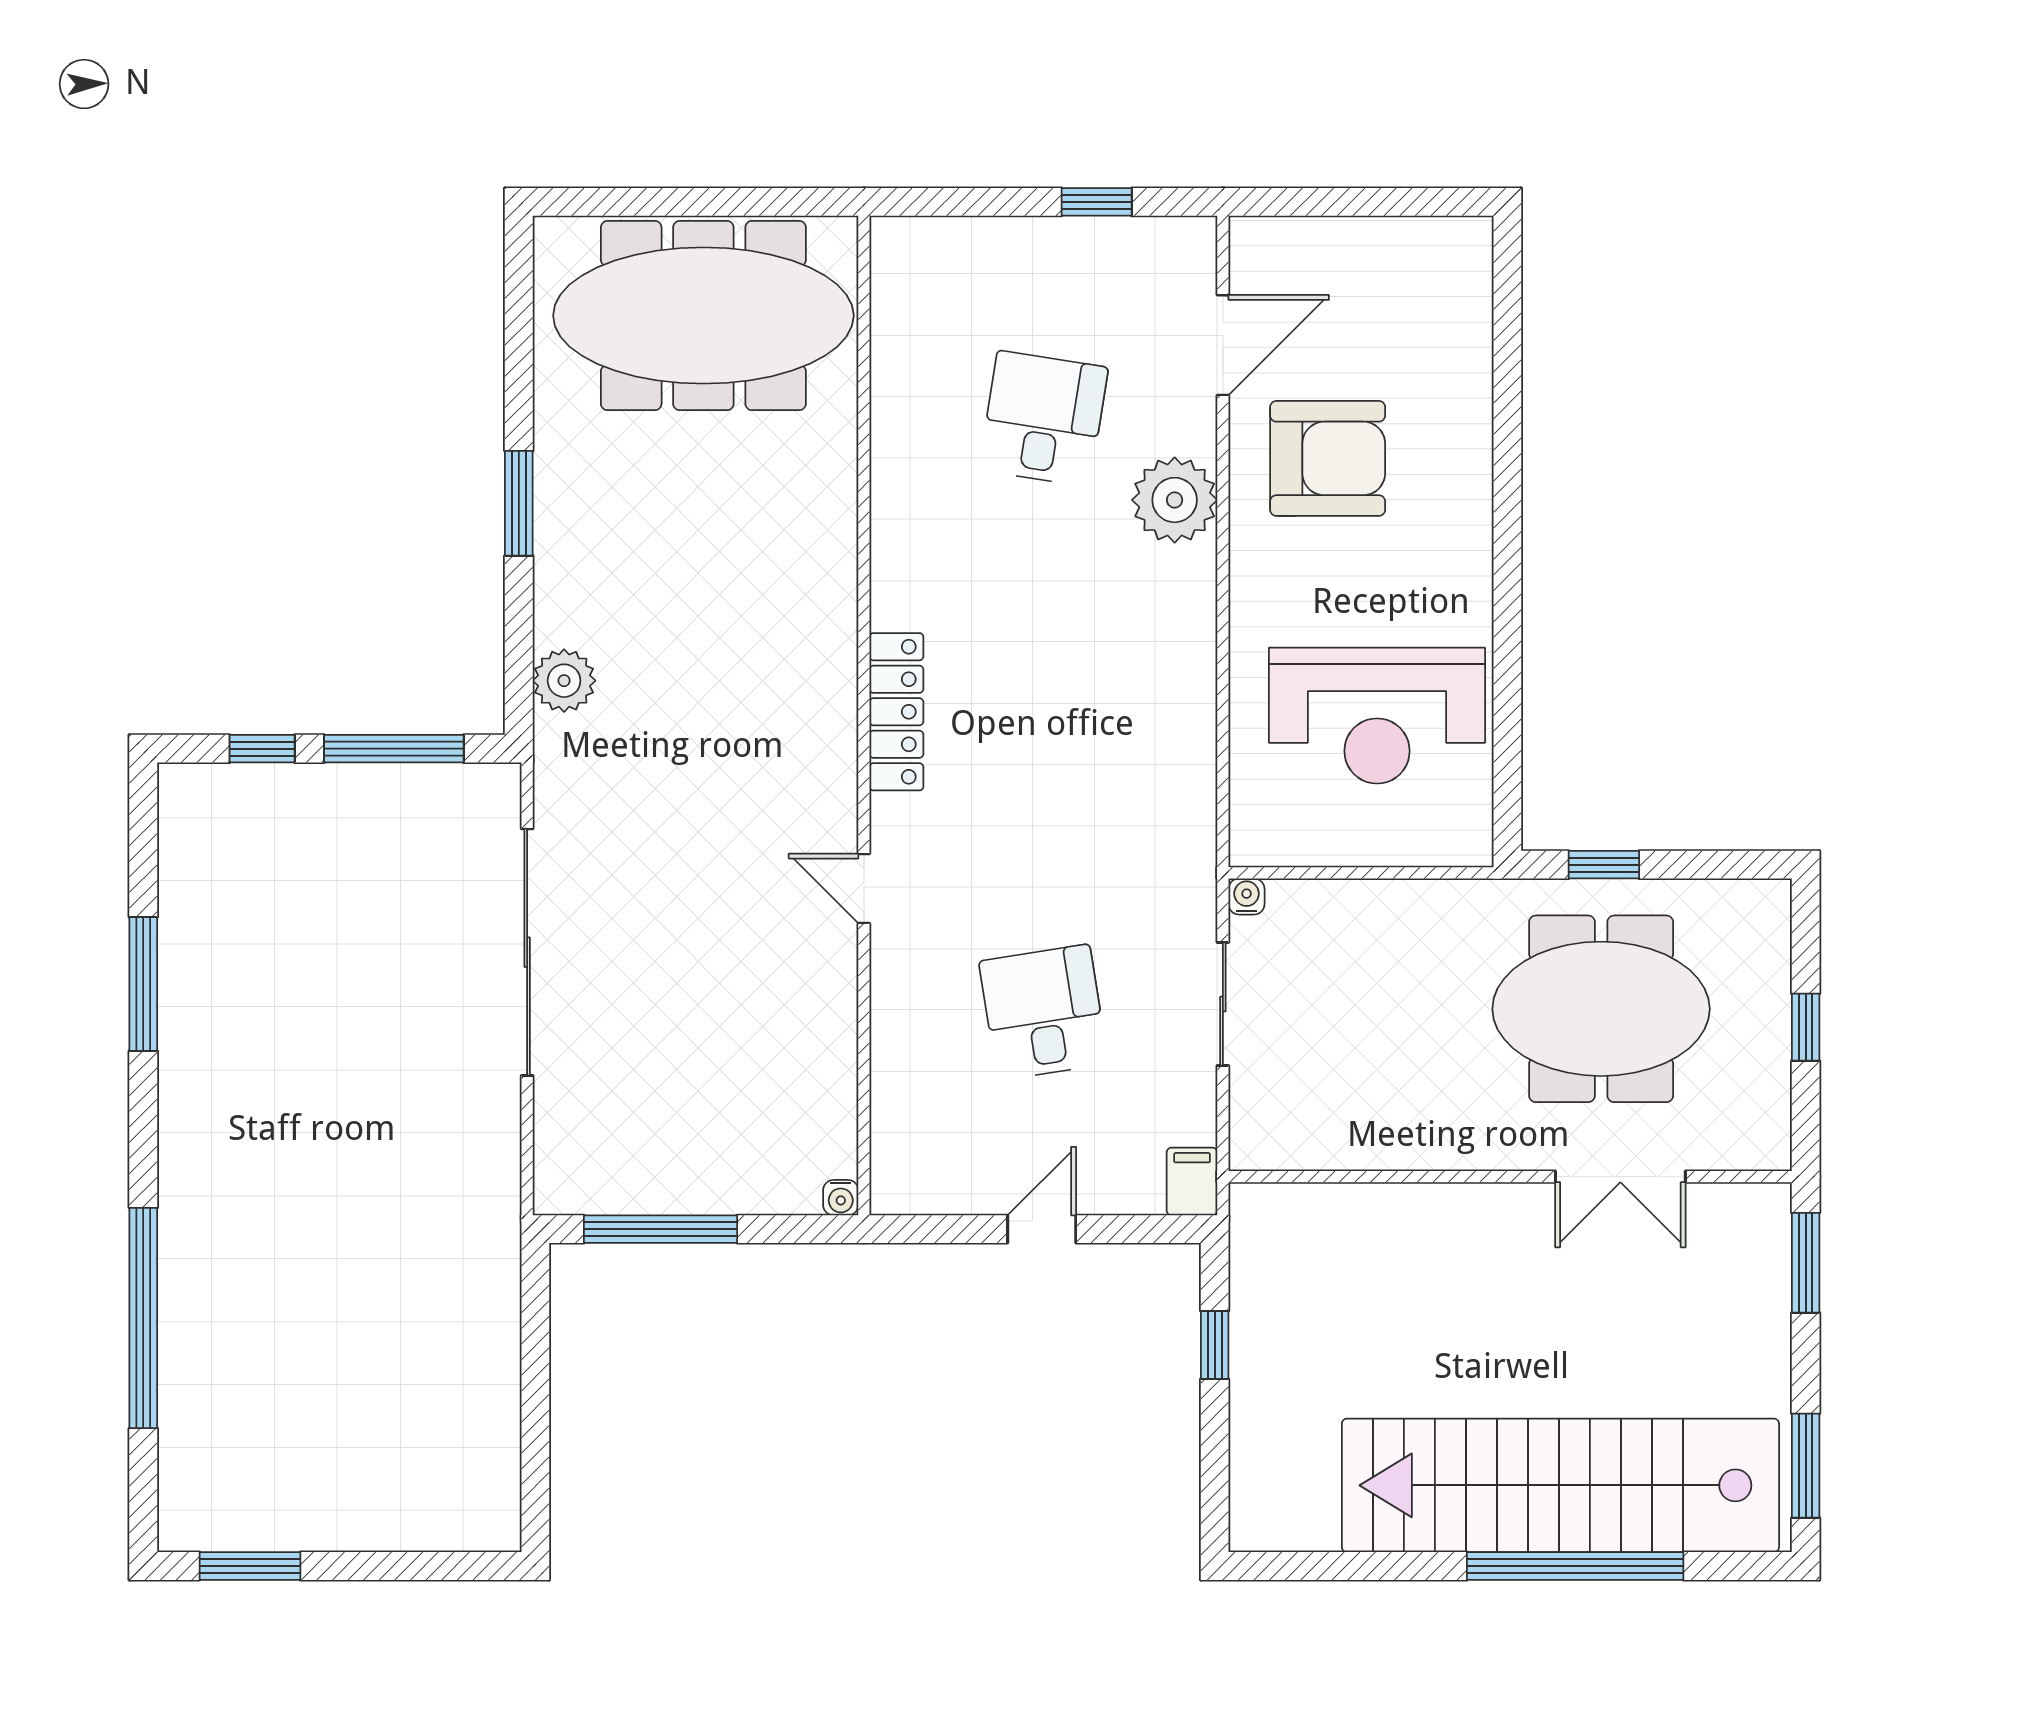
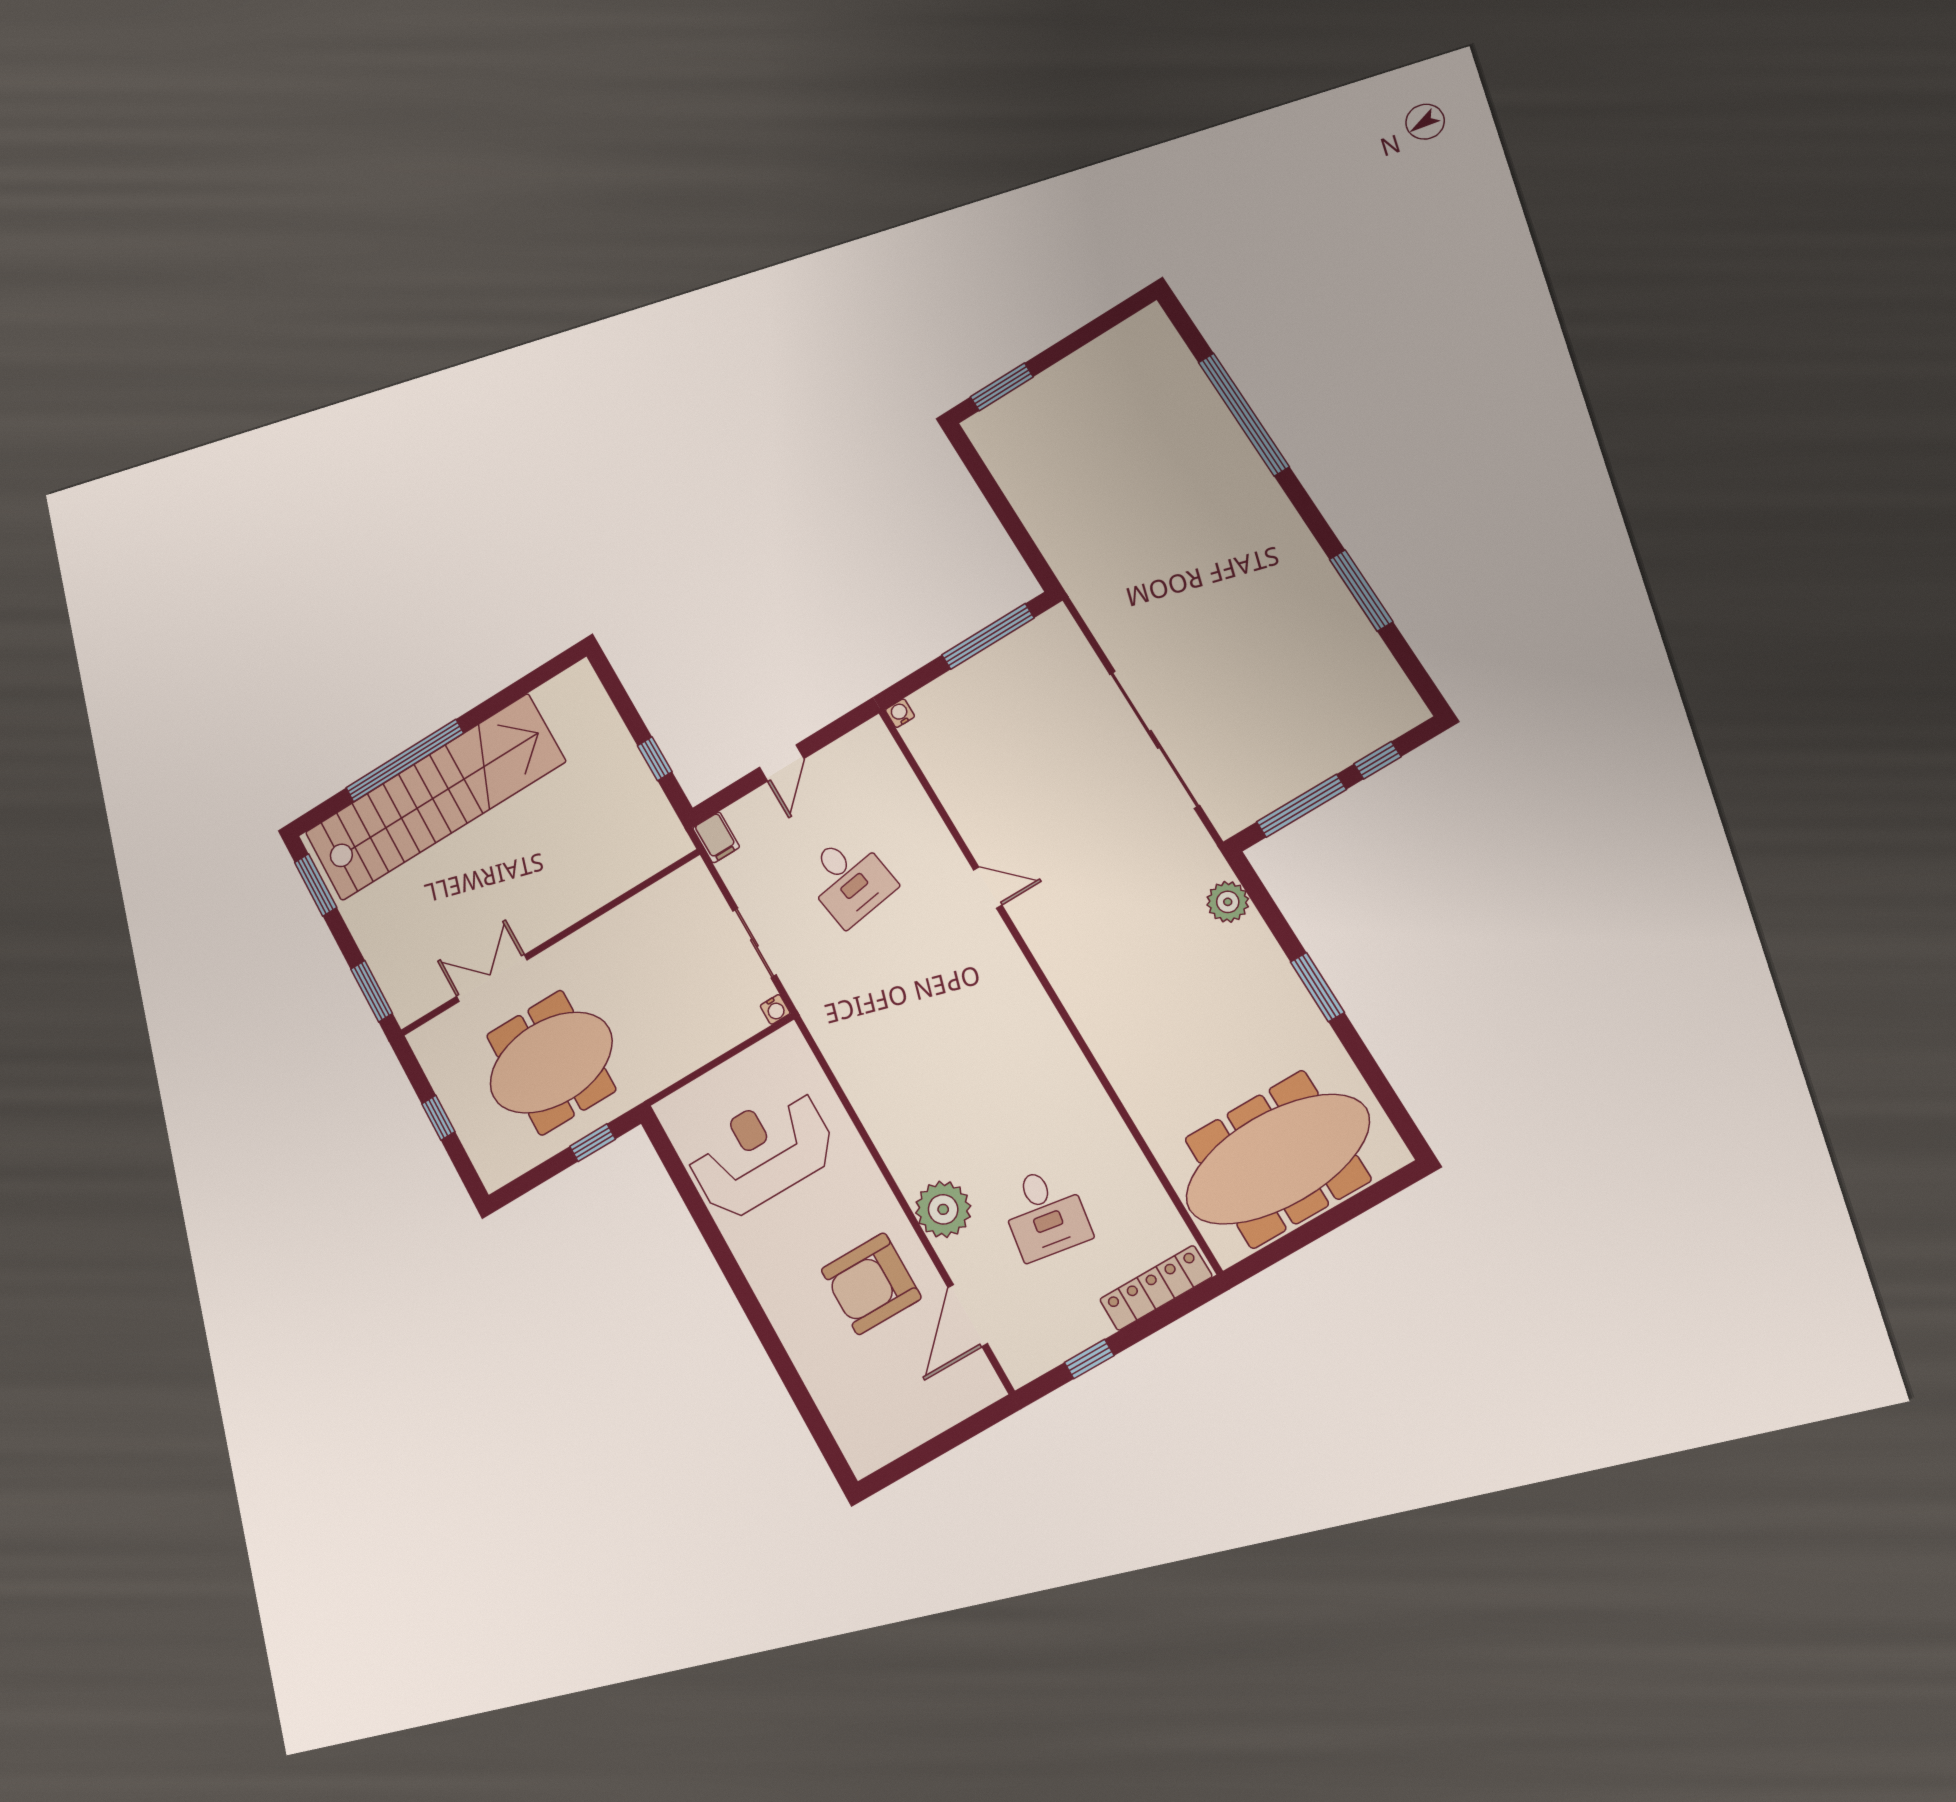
locker: (896, 712) -> (1156, 1288), moved, turned 90
window: (250, 1566) -> (1002, 387), moved

